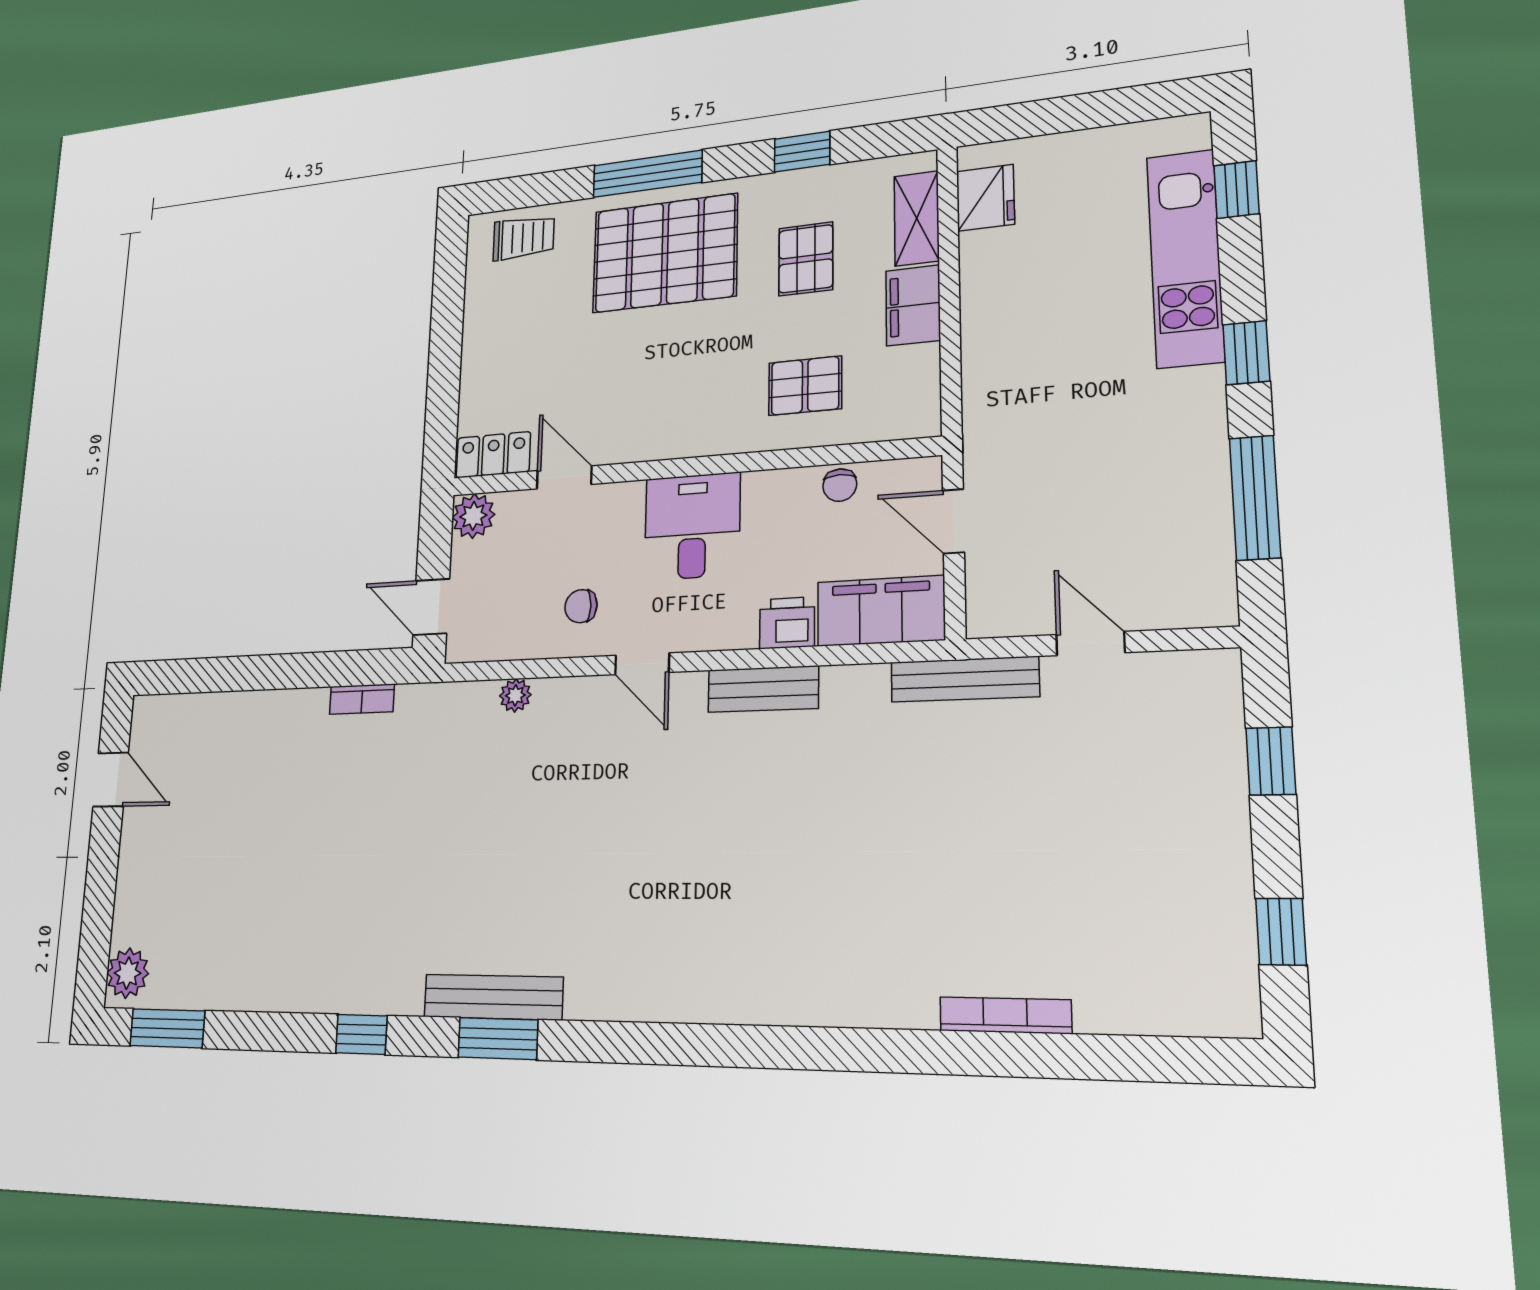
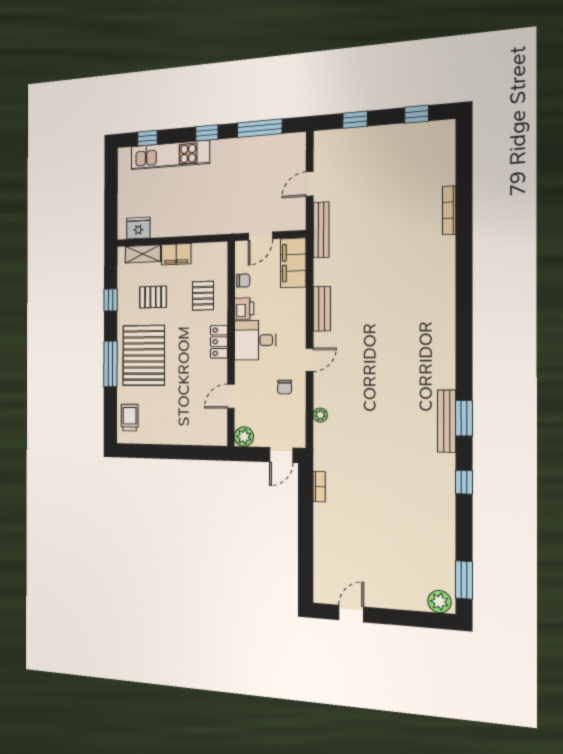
locker: (493, 455) -> (219, 342), moved
printer: (787, 623) -> (244, 309), moved, turned 180

